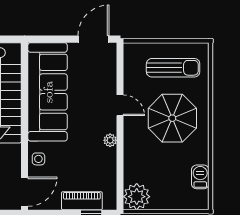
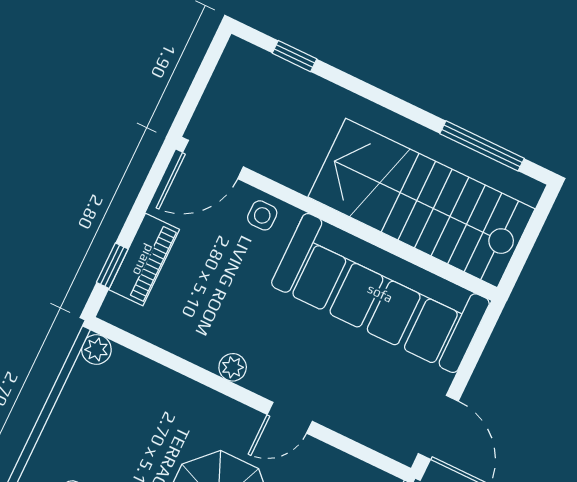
door: (25, 192) -> (213, 160), hinge flipped
plant: (137, 197) -> (96, 349), width x0.53, depth x0.53

